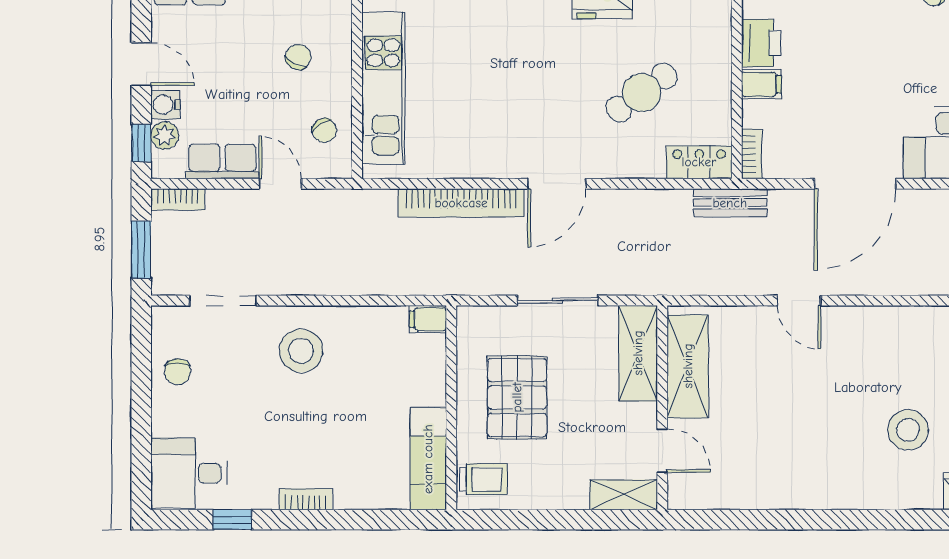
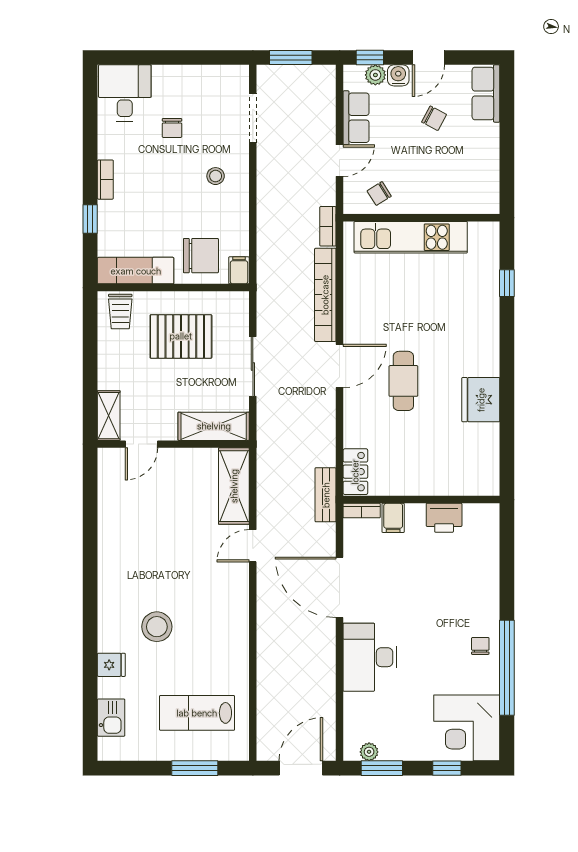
chair: (298, 57) -> (434, 118), moved
filing cabinet: (761, 84) -> (393, 518), moved
cafe table: (642, 93) -> (403, 381), moved, turned 36
door: (557, 184) -> (340, 366), swing flipped
bookcase: (178, 199) -> (328, 226), moved
stool: (301, 351) -> (216, 176), width x0.53, depth x0.53
shelving: (688, 366) -> (234, 486), moved, turned 90
chair: (408, 371) -> (201, 256), added
chair: (178, 372) -> (172, 128), moved, turned -90
window: (232, 520) -> (90, 219), moved

